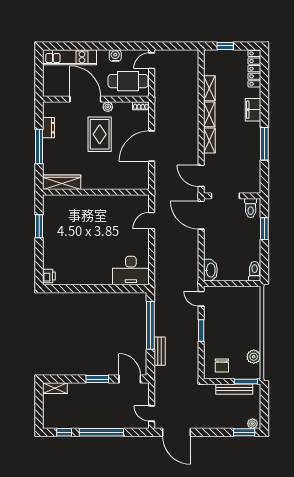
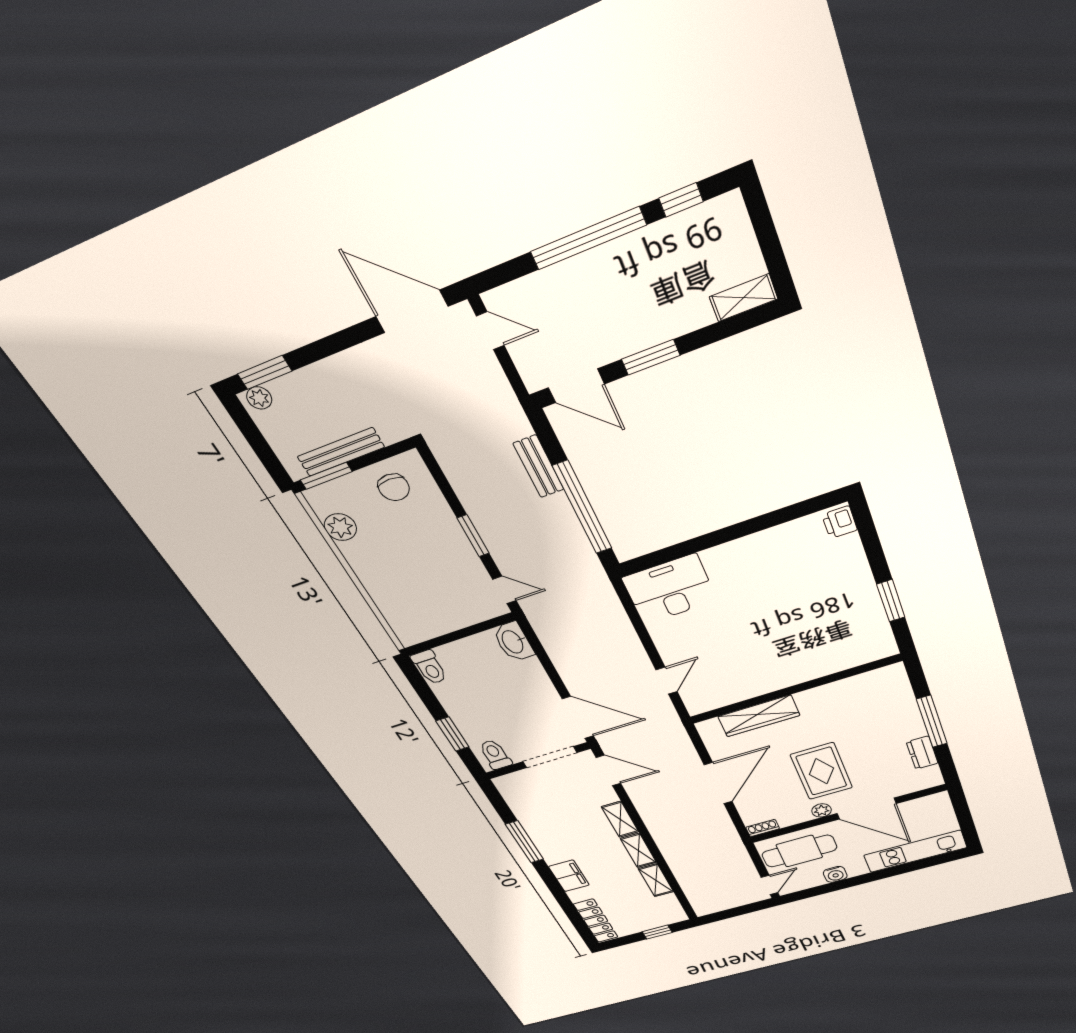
wardrobe: (62, 182) -> (759, 716), moved
chair: (222, 366) -> (394, 487), turned 180

